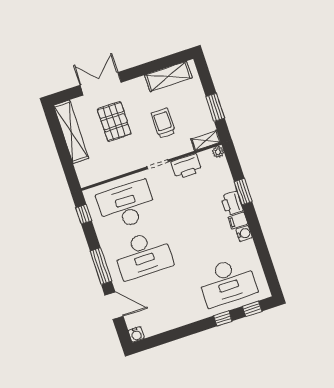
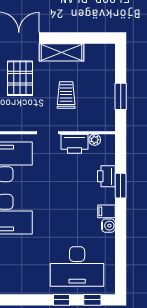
shelving: (168, 77) -> (62, 52), moved
shelving: (206, 140) -> (101, 125), removed
plant: (218, 152) -> (95, 140), moved
printer: (232, 203) -> (106, 176), moved

